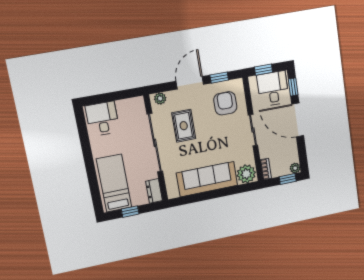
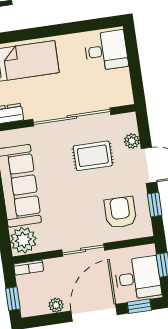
plant: (160, 98) -> (132, 141), moved
armchair: (225, 103) -> (120, 212), turned -90
plant: (295, 168) -> (56, 305), moved

